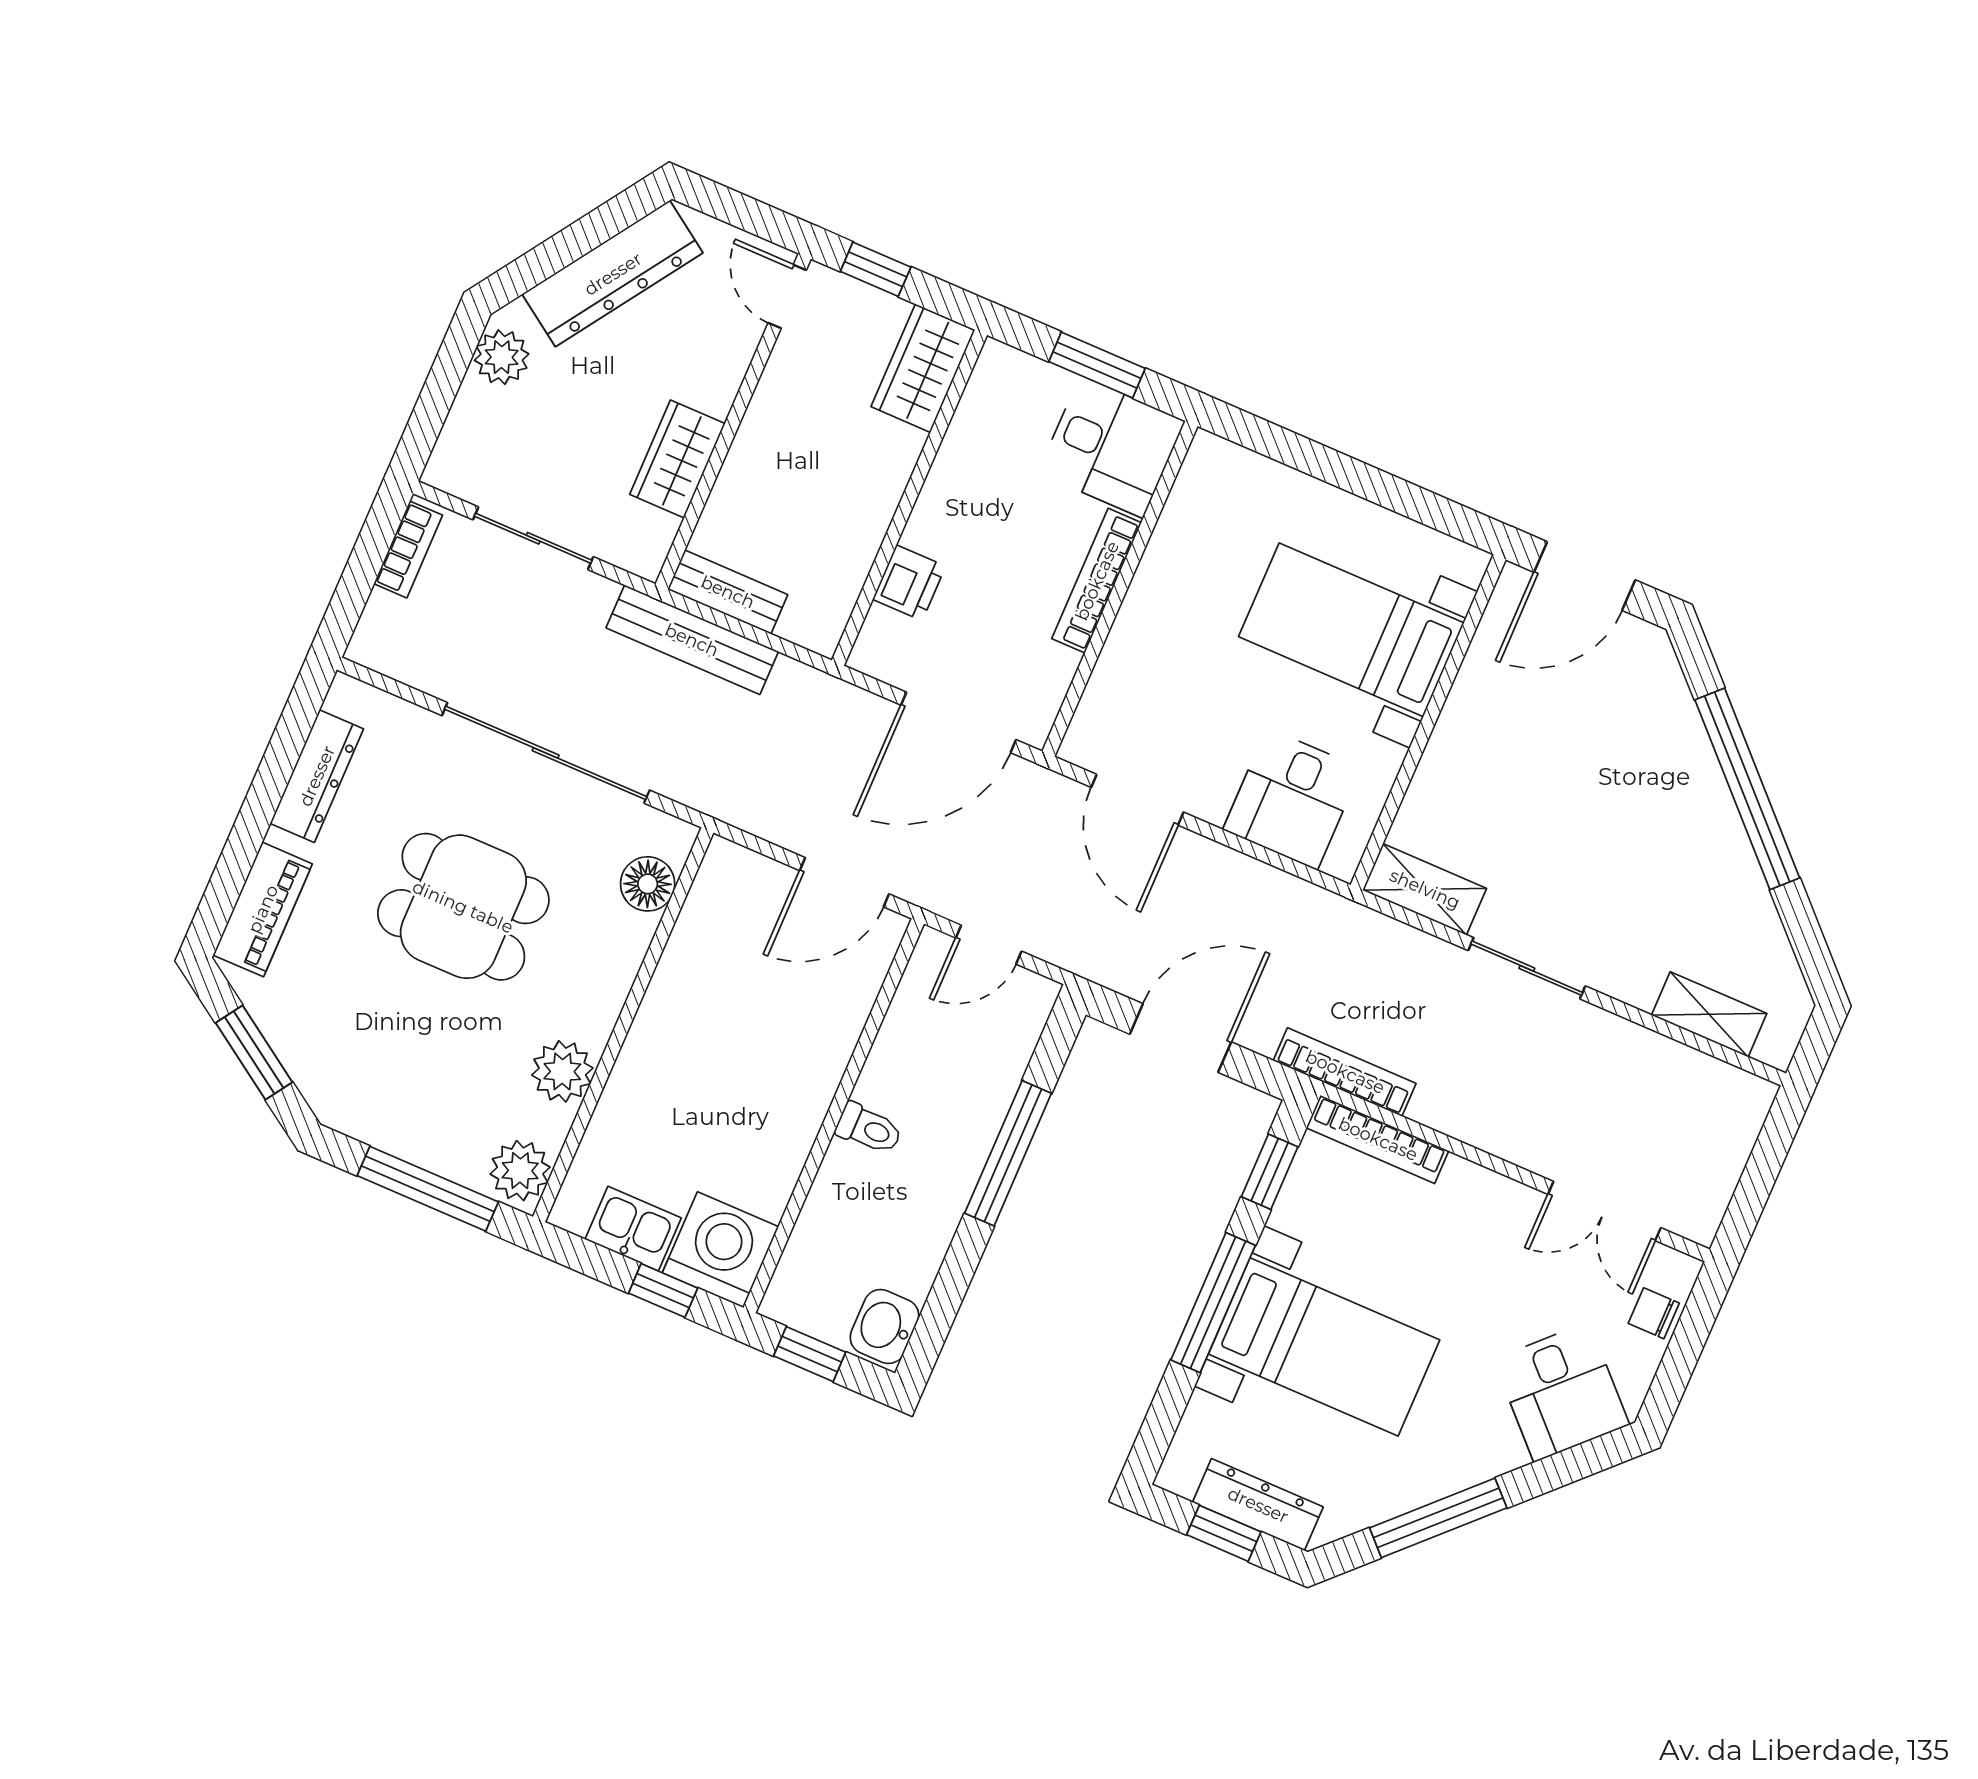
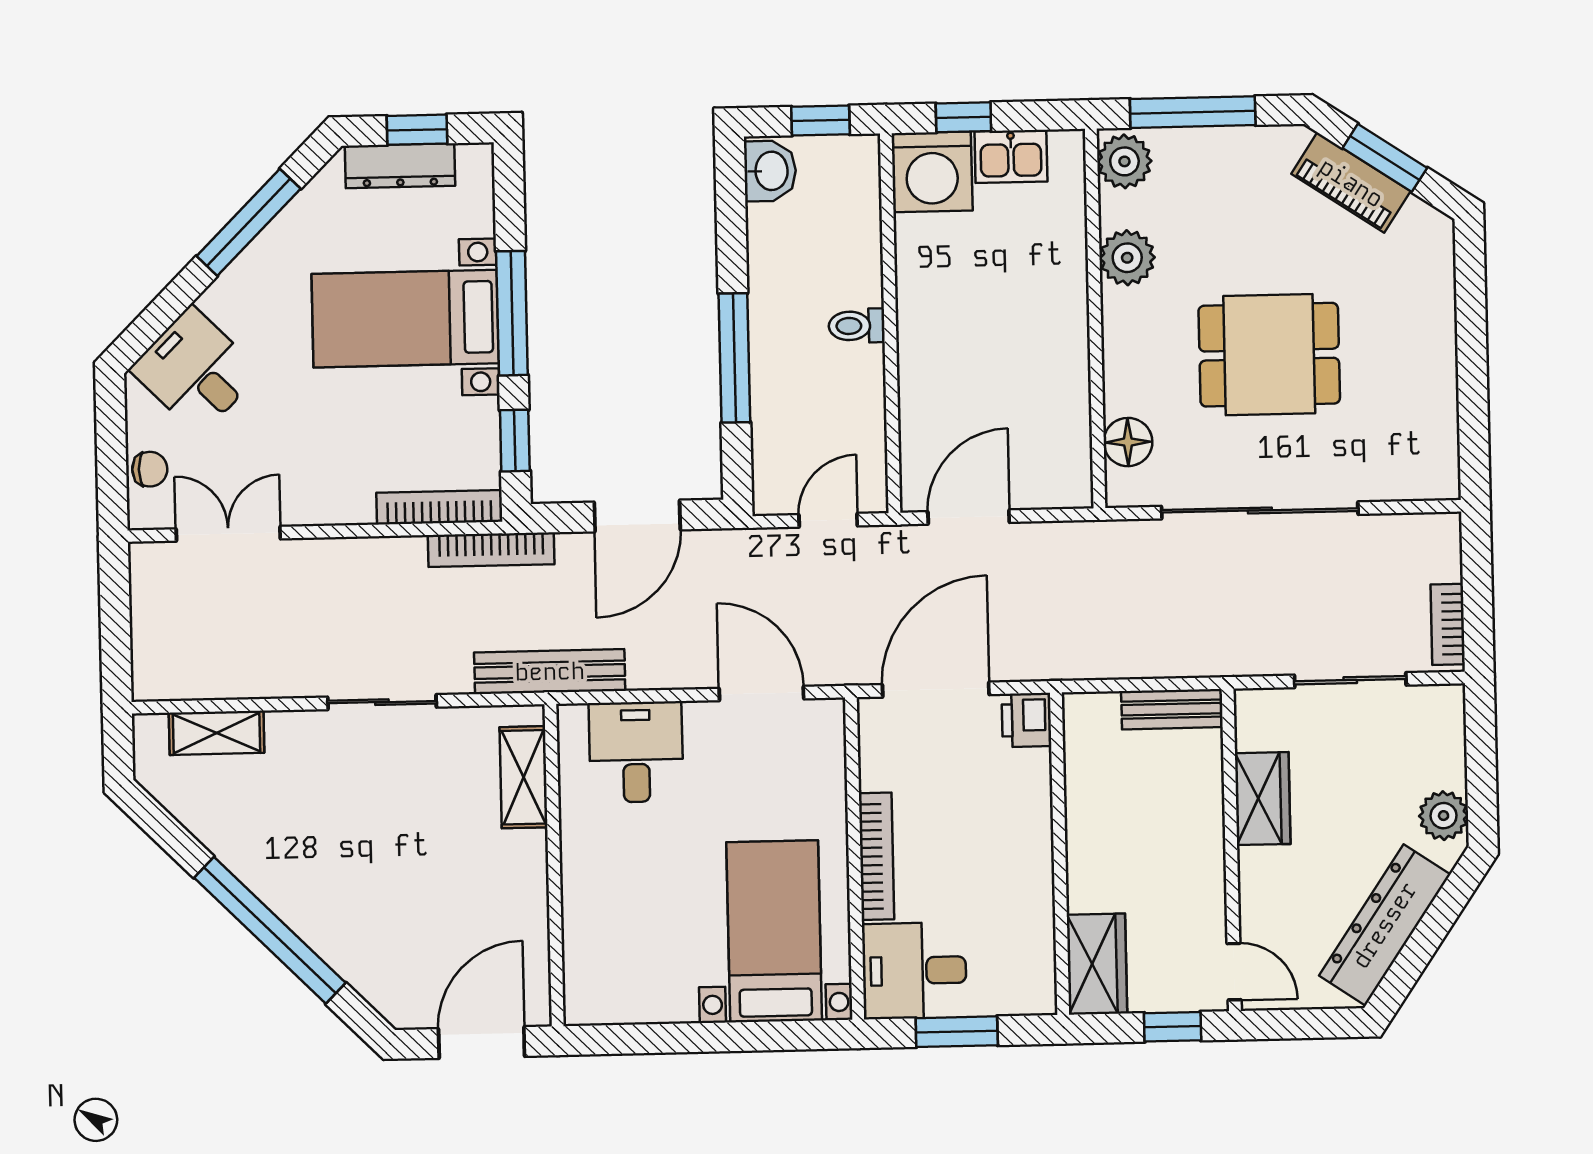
printer: (909, 583) -> (1027, 720), moved
bed with nightstands: (1351, 630) -> (774, 931), moved, turned -90
bench: (692, 640) -> (550, 672), moved
dresser: (317, 776) -> (1437, 406), removed
shelving: (1425, 889) -> (524, 777), moved, turned 90
piano: (263, 909) -> (1351, 183), moved, turned -56

